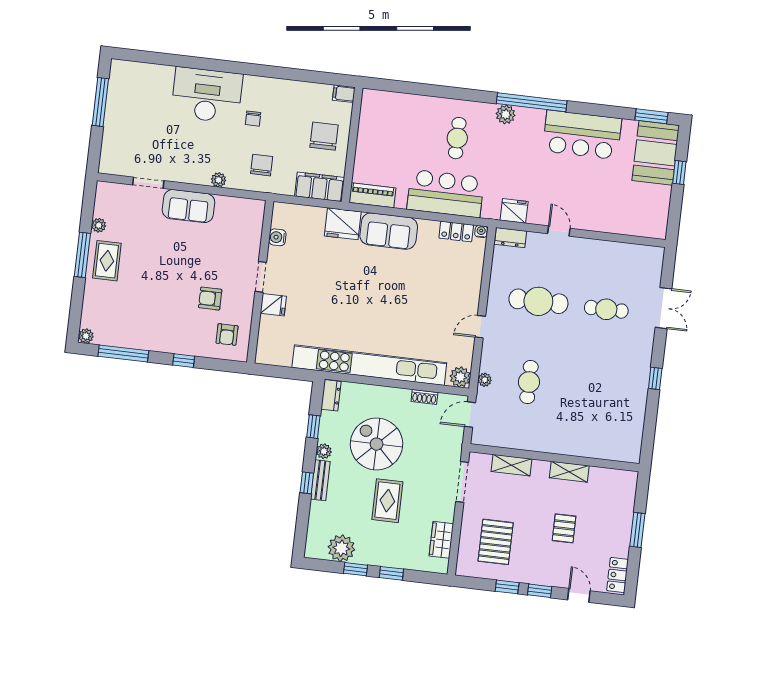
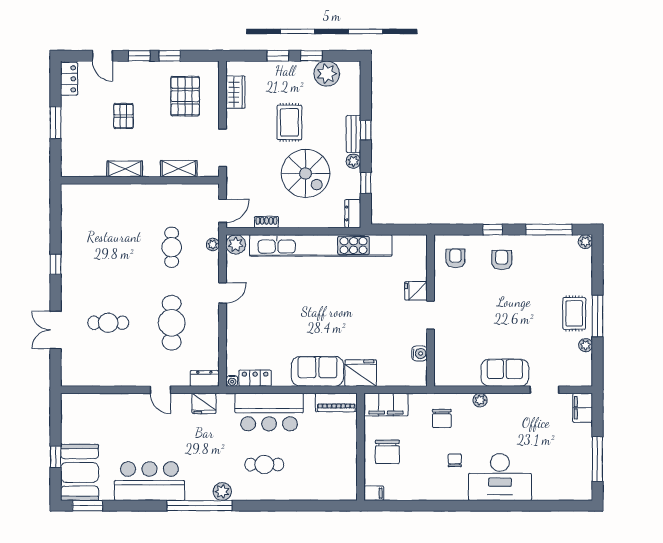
cafe table: (457, 138) -> (264, 465), turned 90
filing cabinet: (110, 159) -> (583, 408), added
armchair: (210, 299) -> (502, 260), moved, turned -90
cafe table: (538, 301) -> (172, 323), turned 90

